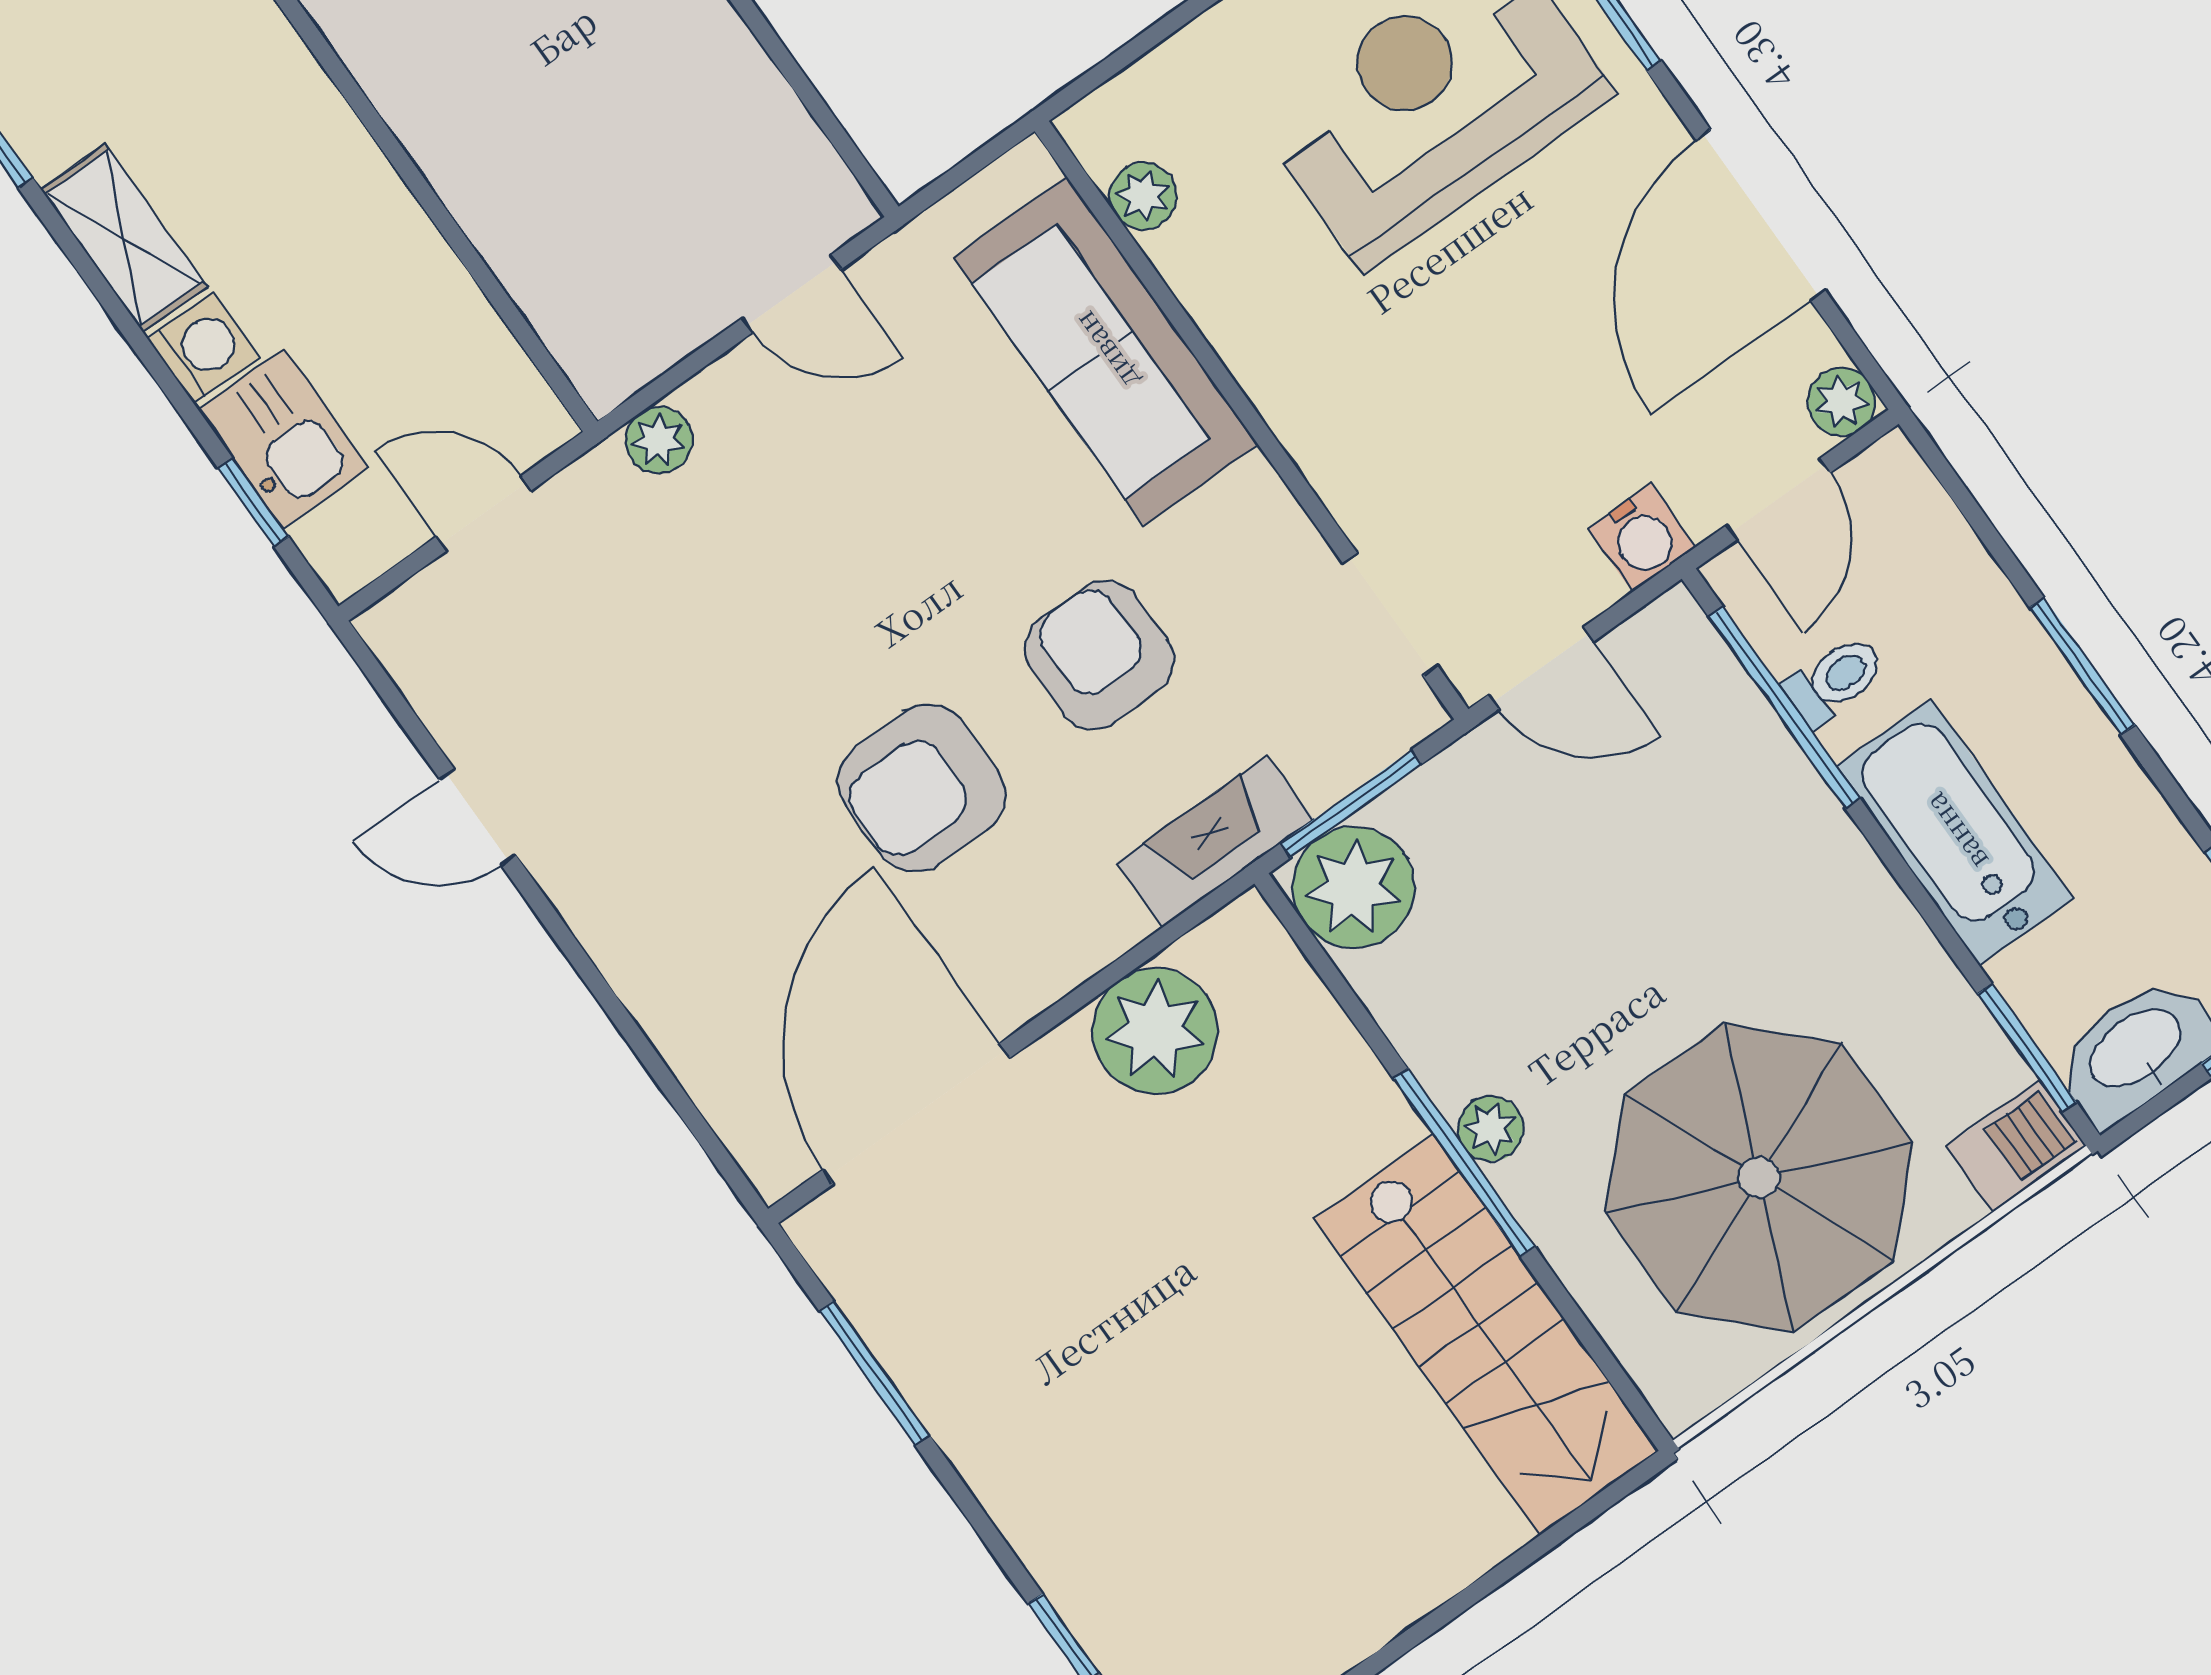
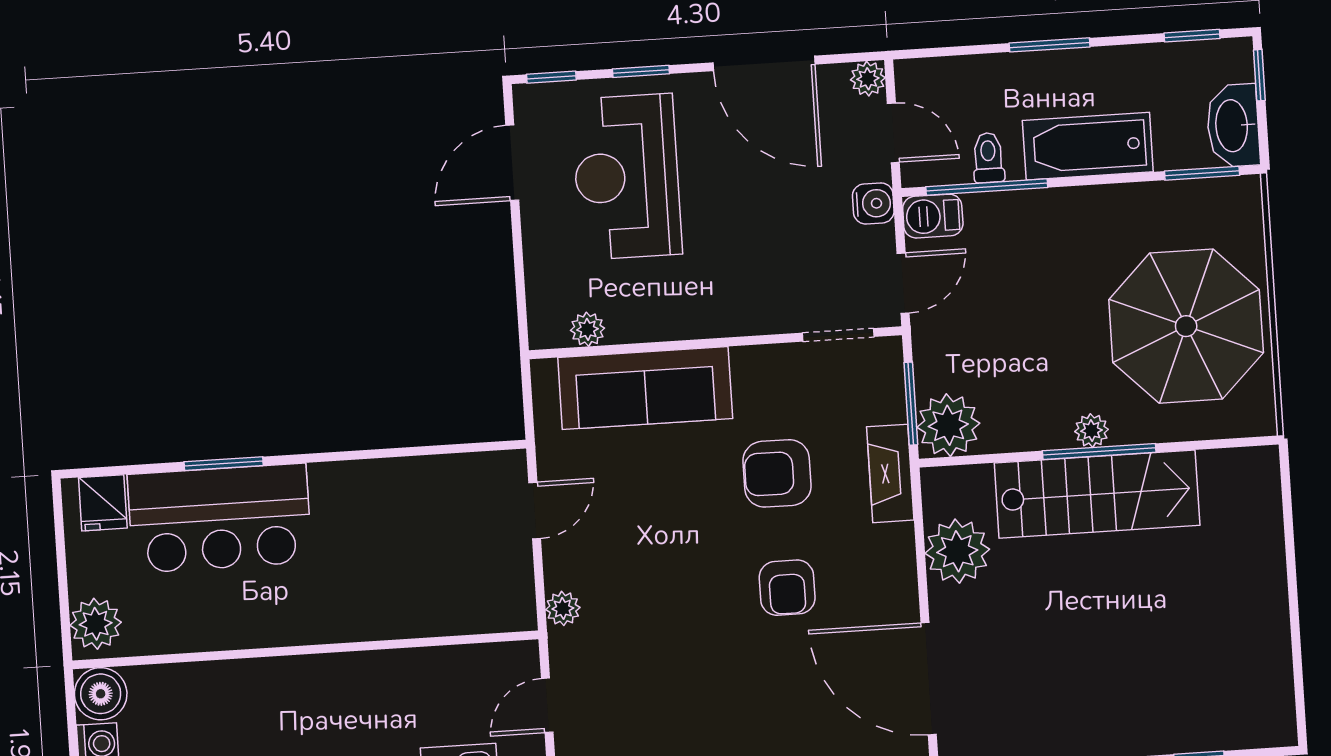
armchair: (922, 788) -> (787, 588), width x0.72, depth x0.72
barbecue: (2016, 1146) -> (933, 216), moved, turned -90
stairs: (1486, 1335) -> (1097, 494), moved

